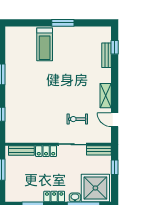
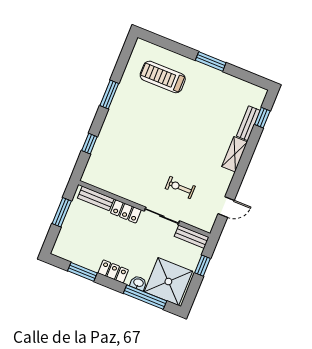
treadmill: (45, 44) -> (163, 77), moved, turned 90
shelving: (106, 96) -> (235, 154), moved
door: (115, 120) -> (226, 207), swing flipped

